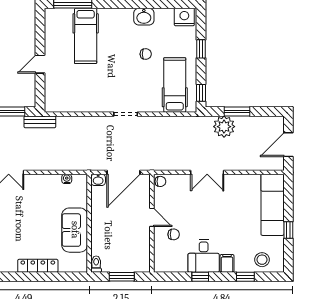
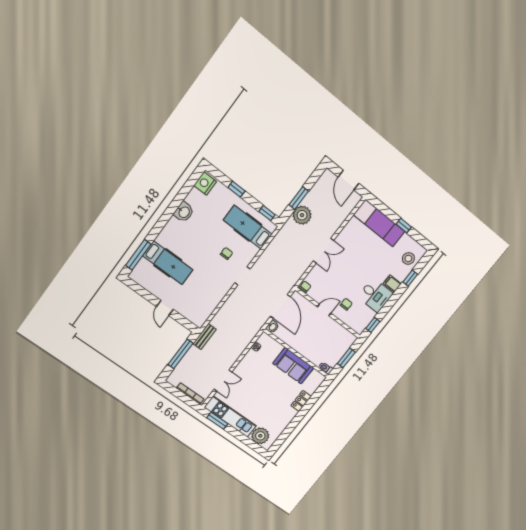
chair: (146, 54) -> (227, 253), moved
locker: (38, 266) -> (301, 401), width x0.66
window: (200, 277) -> (373, 325), moved

